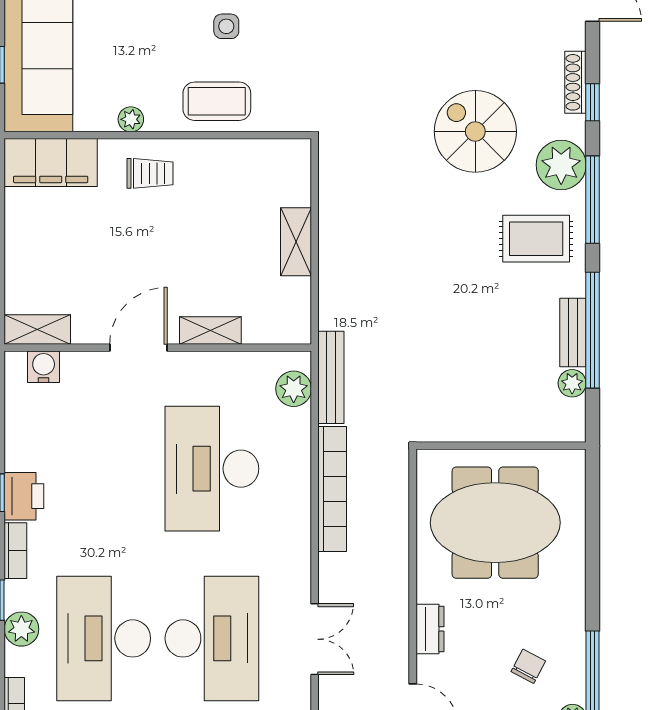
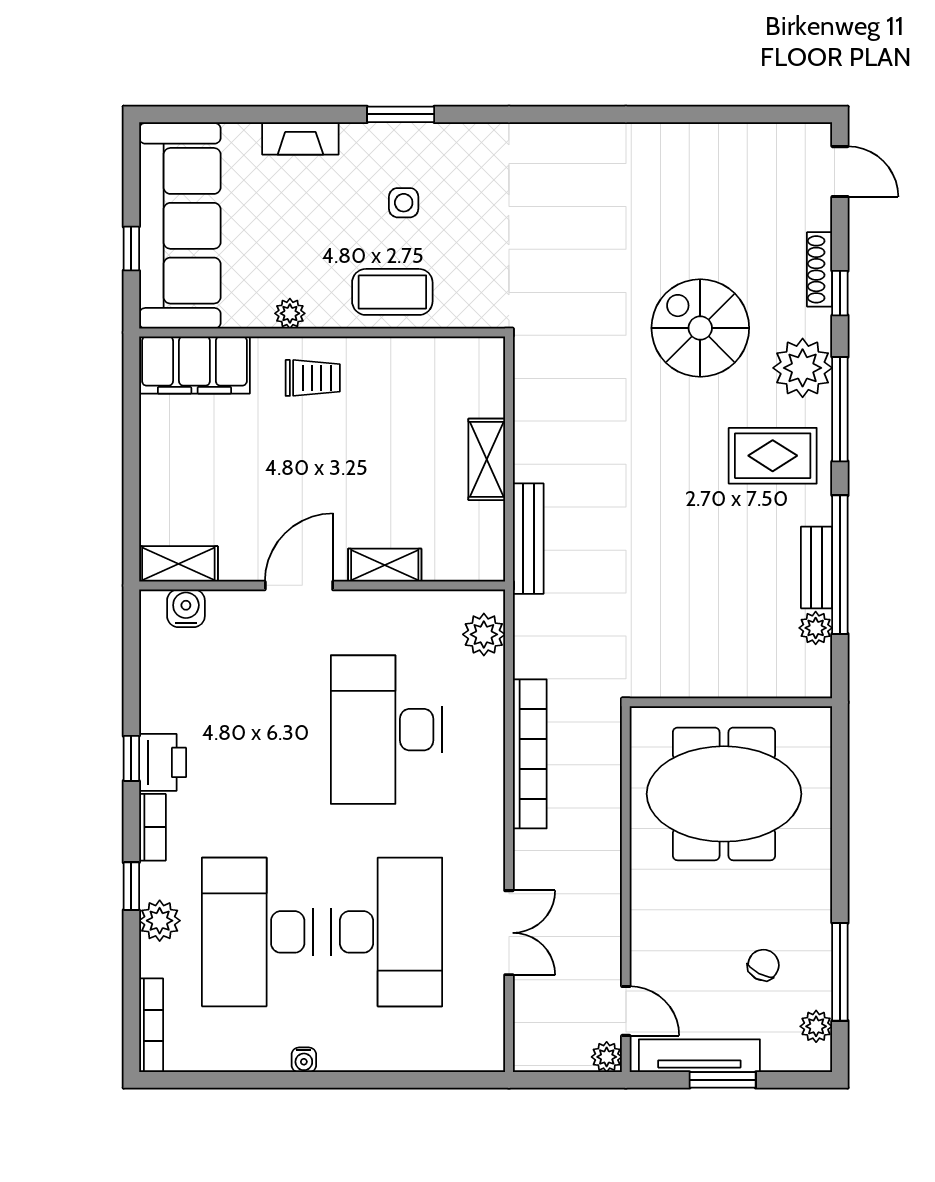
bench: (331, 377) -> (528, 539), moved
dresser: (430, 629) -> (646, 921), removed

